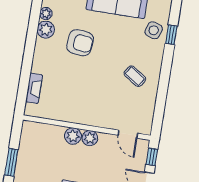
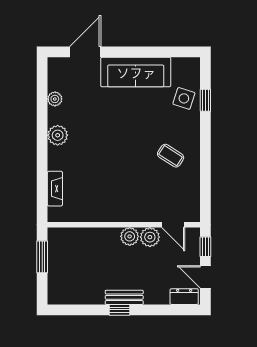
plant: (46, 30) -> (58, 135), moved
armchair: (80, 43) -> (100, 127), removed
plant: (73, 136) -> (150, 237), moved
window: (11, 162) -> (42, 257), moved

